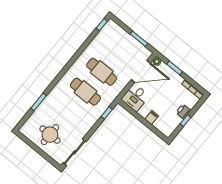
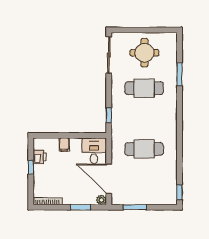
door: (141, 71) -> (109, 179), hinge flipped
cafe table: (85, 92) -> (144, 88), moved
printer: (183, 112) -> (40, 157), moved

